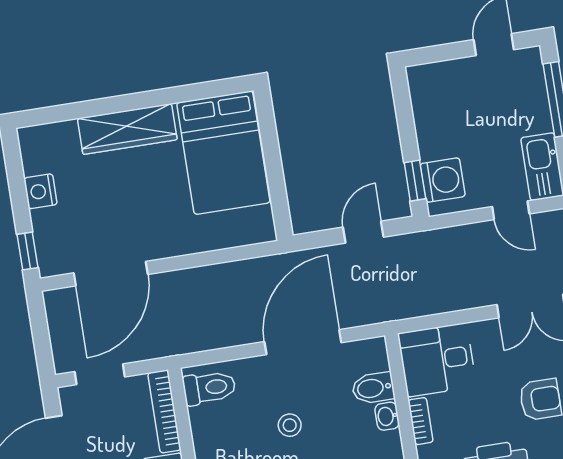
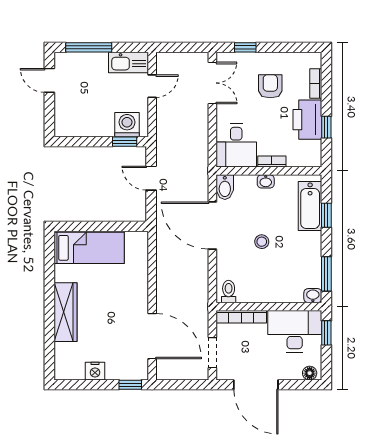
bed: (223, 153) -> (89, 248), width x0.67
toilet: (209, 388) -> (229, 291), width x0.73, depth x0.72
bidet: (373, 388) -> (225, 187), moved

